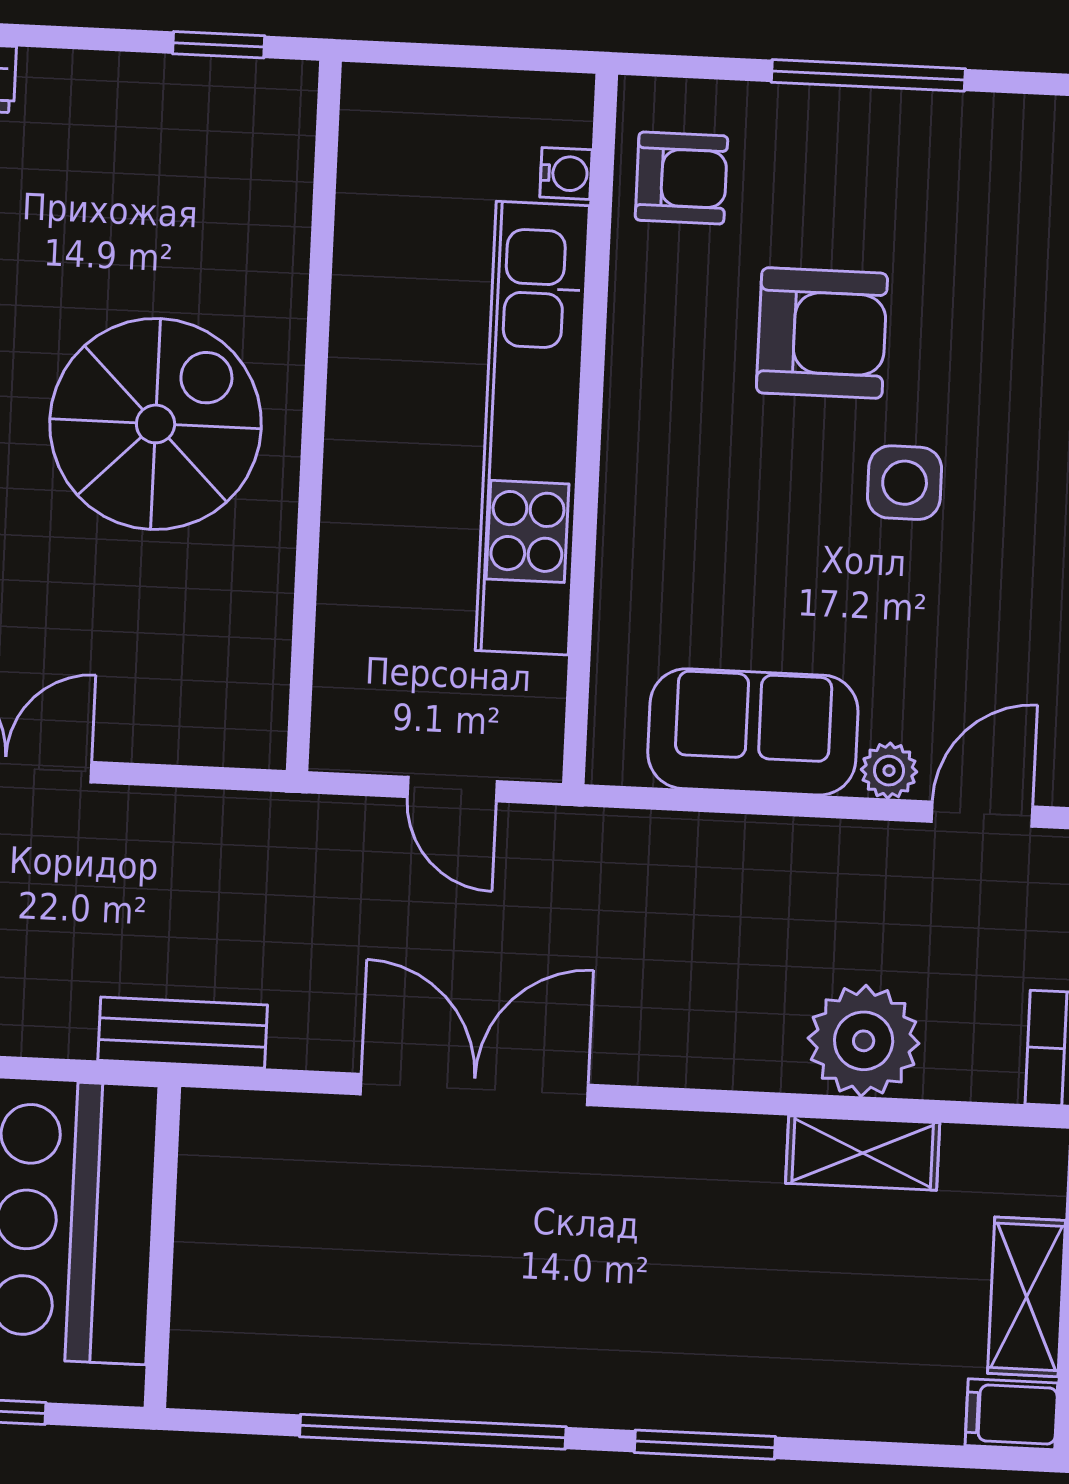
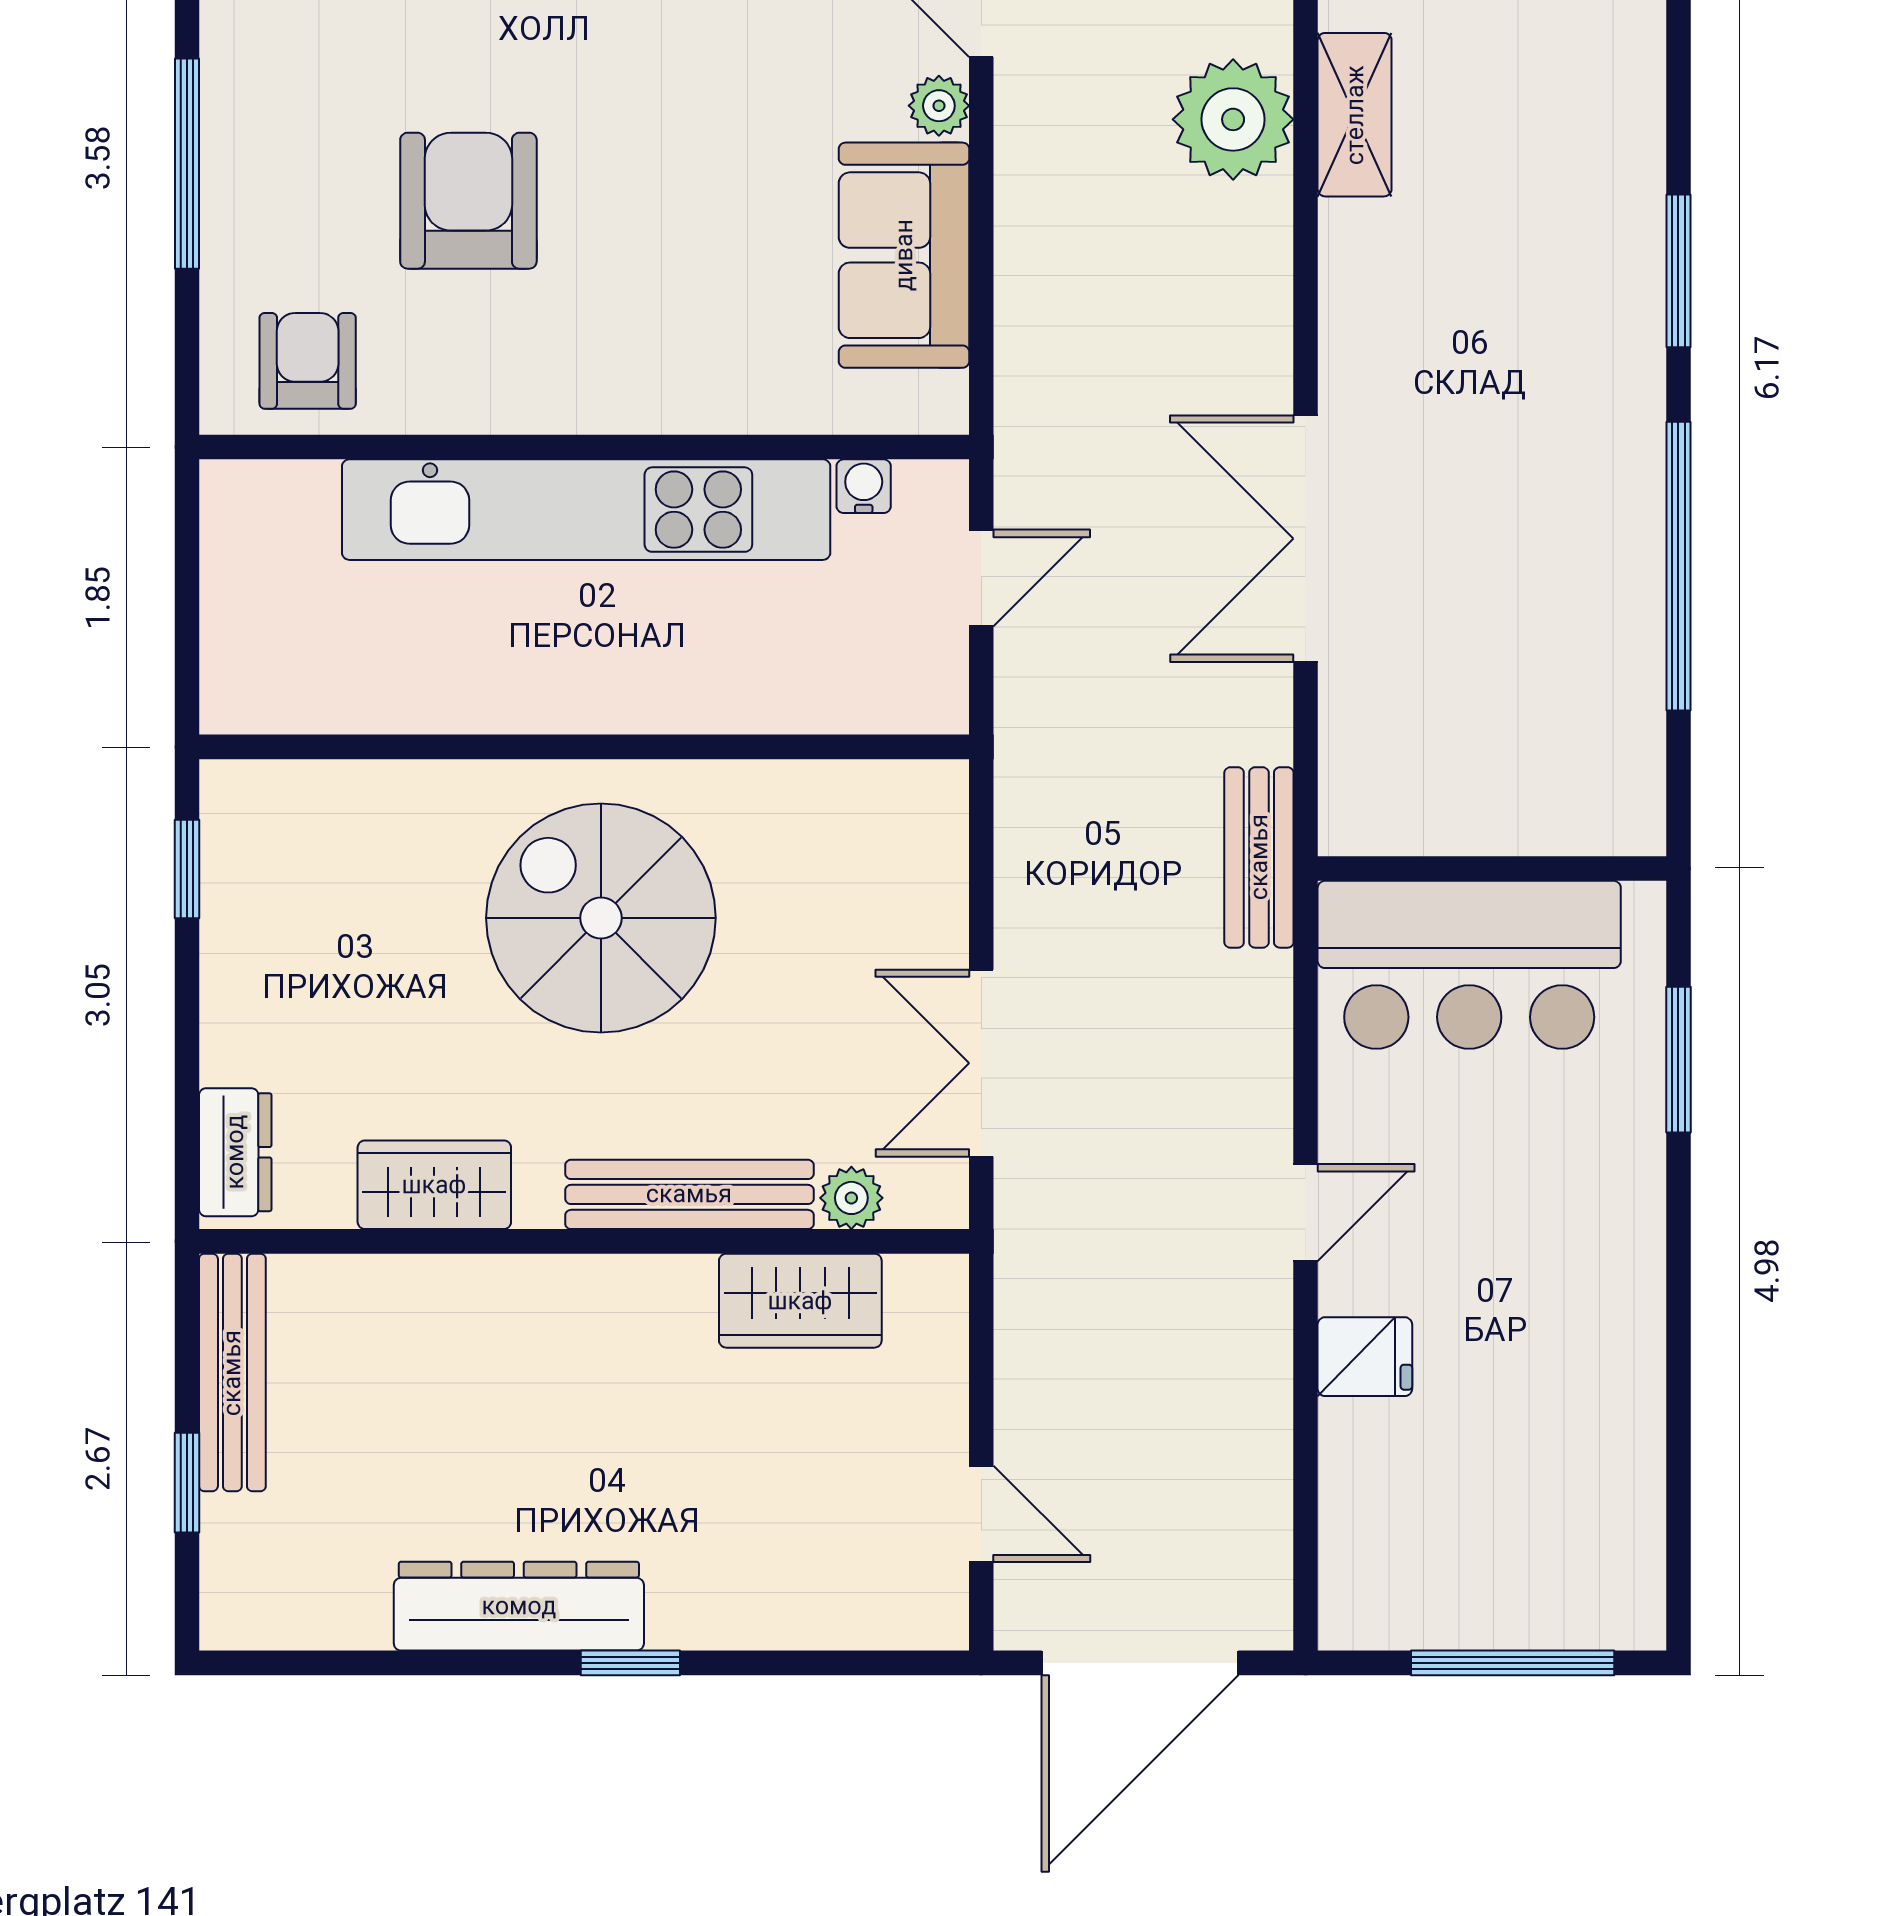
water cooler: (566, 173) -> (864, 486), moved
side table: (905, 483) -> (626, 104), removed

